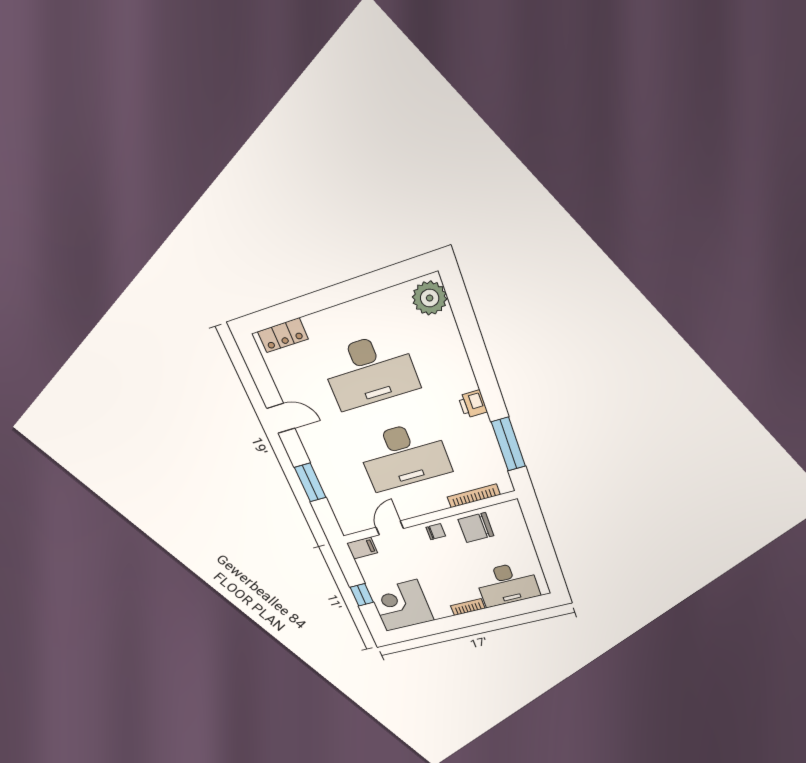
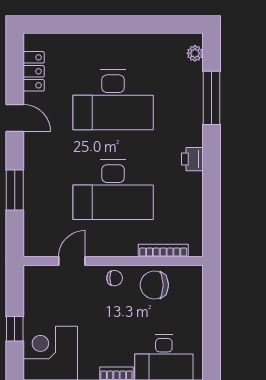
plant: (430, 298) -> (195, 53), width x0.53, depth x0.53
locker: (283, 335) -> (34, 71), moved, turned -90
window: (508, 444) -> (211, 98), moved
filing cabinet: (362, 548) -> (36, 275), removed

